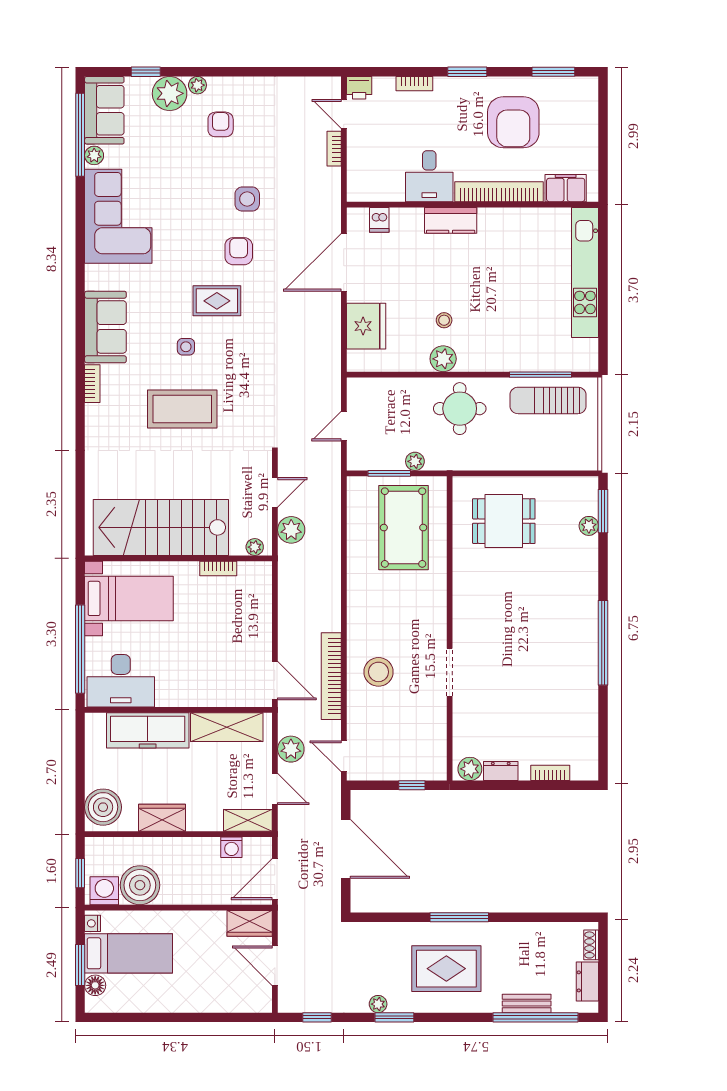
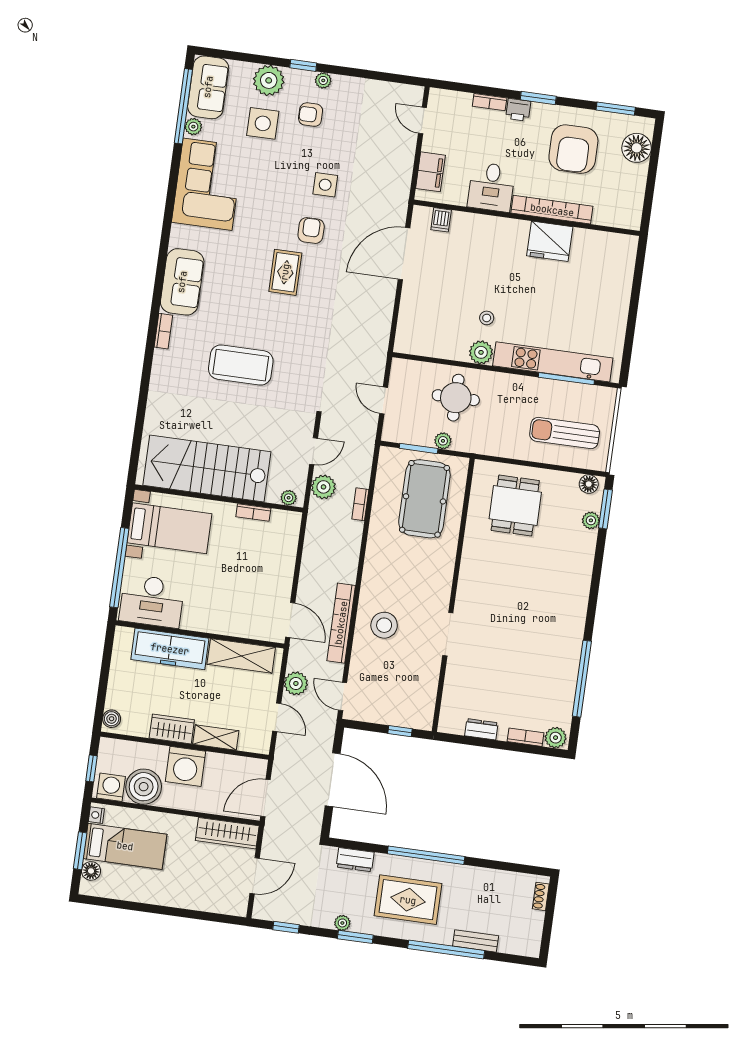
window: (146, 72) -> (303, 65), moved
plant: (197, 85) -> (323, 80), moved
printer: (359, 88) -> (518, 110), moved
floor lamp: (582, 111) -> (637, 148), added
armchair: (221, 124) -> (311, 115), turned -90
bookcase: (334, 149) -> (360, 504), moved
filing cabinet: (566, 188) -> (430, 172), moved, turned 90
kitchen counter: (451, 220) -> (505, 229), removed
kitchen unit: (585, 272) -> (553, 362), moved, turned 90
rug: (217, 301) -> (285, 272), turned 90
fridge: (366, 326) -> (550, 241), moved, turned 90
side table: (186, 347) -> (263, 123), moved, width x1.87, depth x1.87
sun lounger: (548, 400) -> (565, 433), moved
round table: (460, 409) -> (456, 398), moved
door: (344, 426) -> (384, 400), hinge flipped
floor lamp: (581, 486) -> (589, 484), added
dining table: (504, 521) -> (515, 505), turned 90
window: (603, 643) -> (582, 679), moved
plant: (470, 769) -> (556, 738), moved
boiler: (103, 807) -> (112, 719), width x0.54, depth x0.54
shelving: (248, 820) -> (216, 737), moved
washing machine: (231, 847) -> (186, 766), moved, width x1.89, depth x1.89
window: (459, 917) -> (426, 855), width x1.46
wardrobe: (250, 923) -> (227, 833), width x1.50
door: (275, 966) -> (255, 876), swing flipped
dresser: (587, 981) -> (355, 860), moved, turned -90
window: (535, 1017) -> (446, 950), moved

